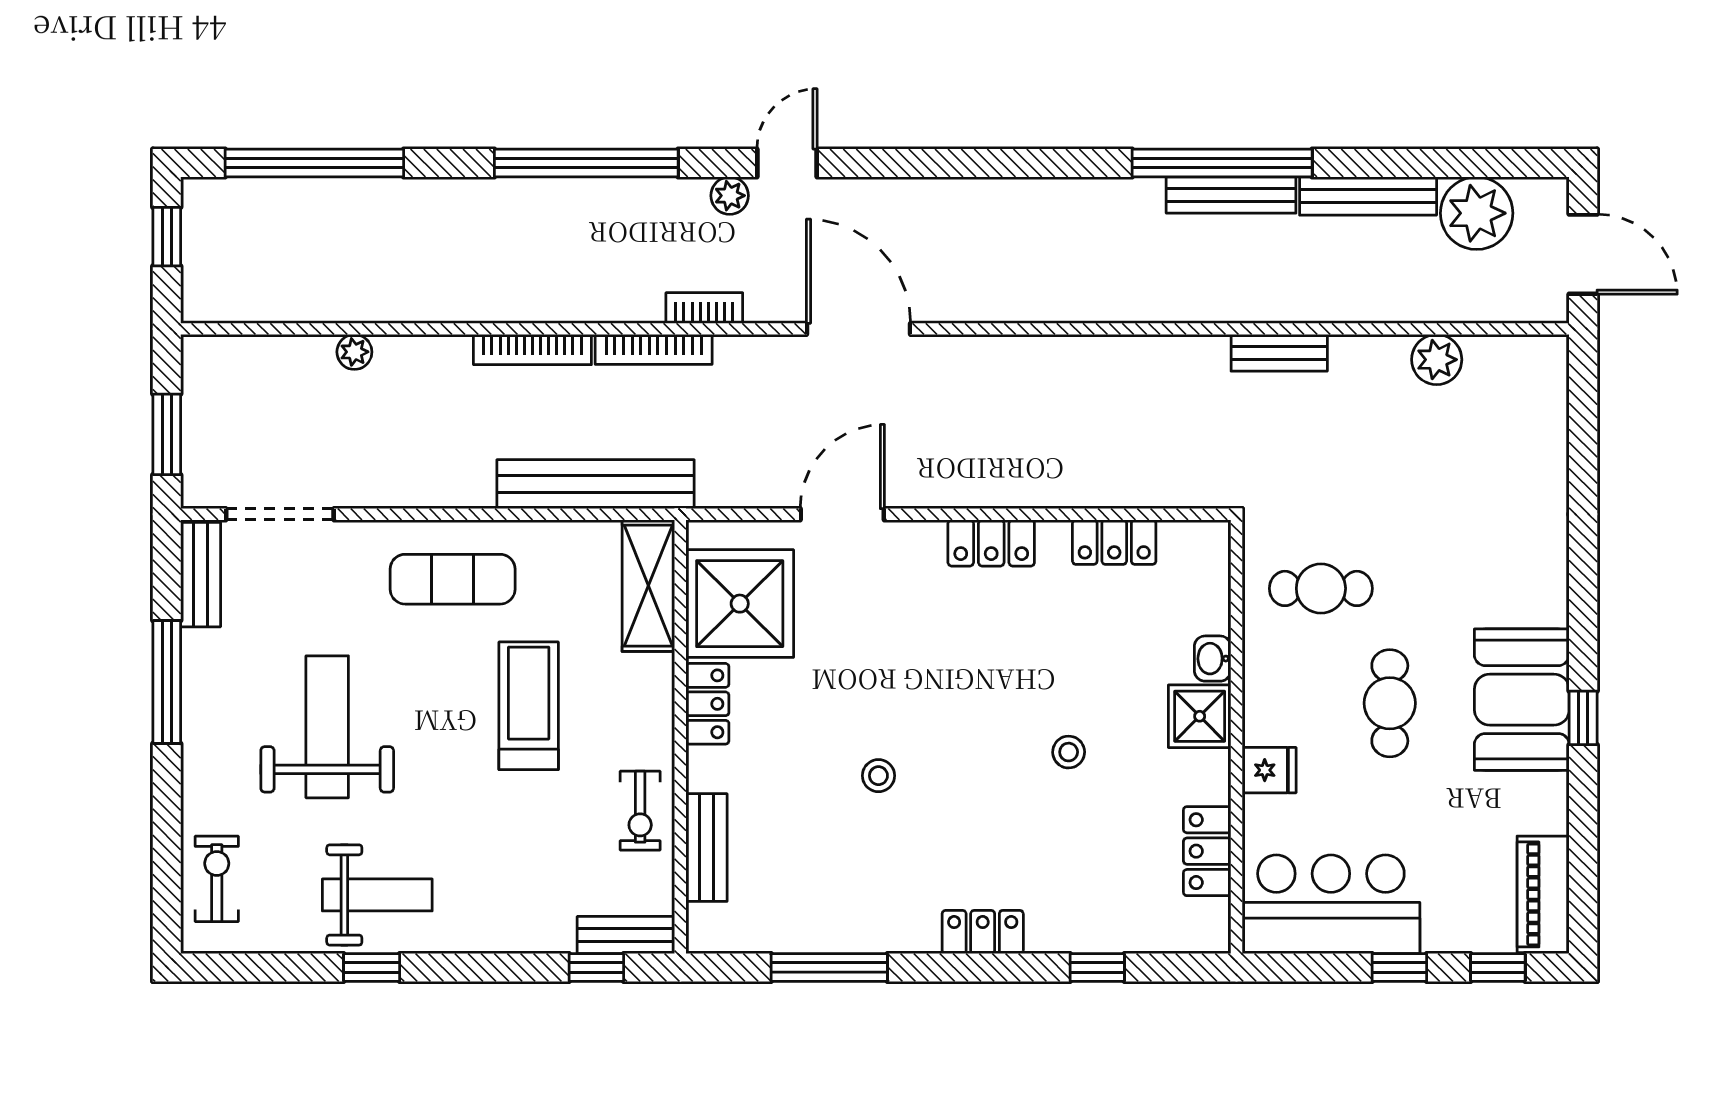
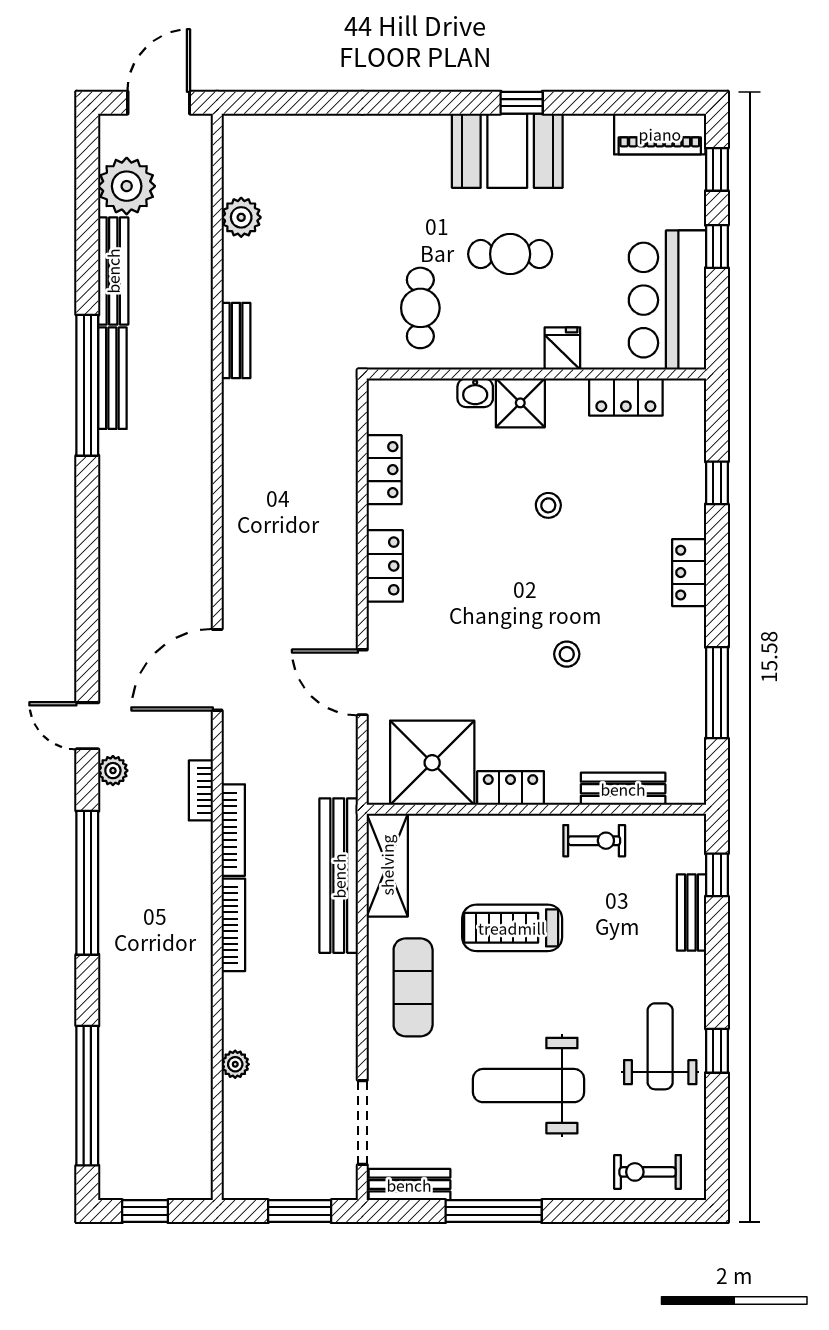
shelving: (648, 586) -> (387, 865), moved, turned 90
bench: (626, 935) -> (692, 912), moved

